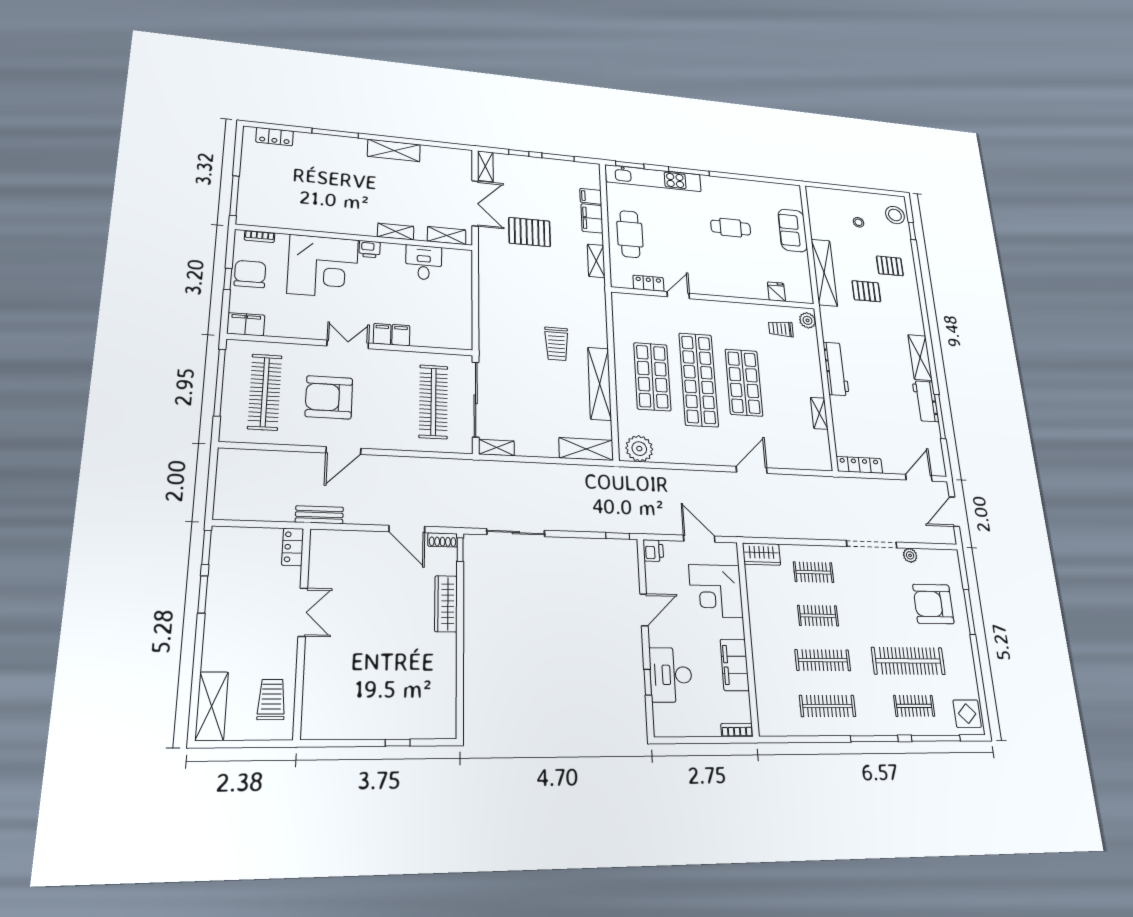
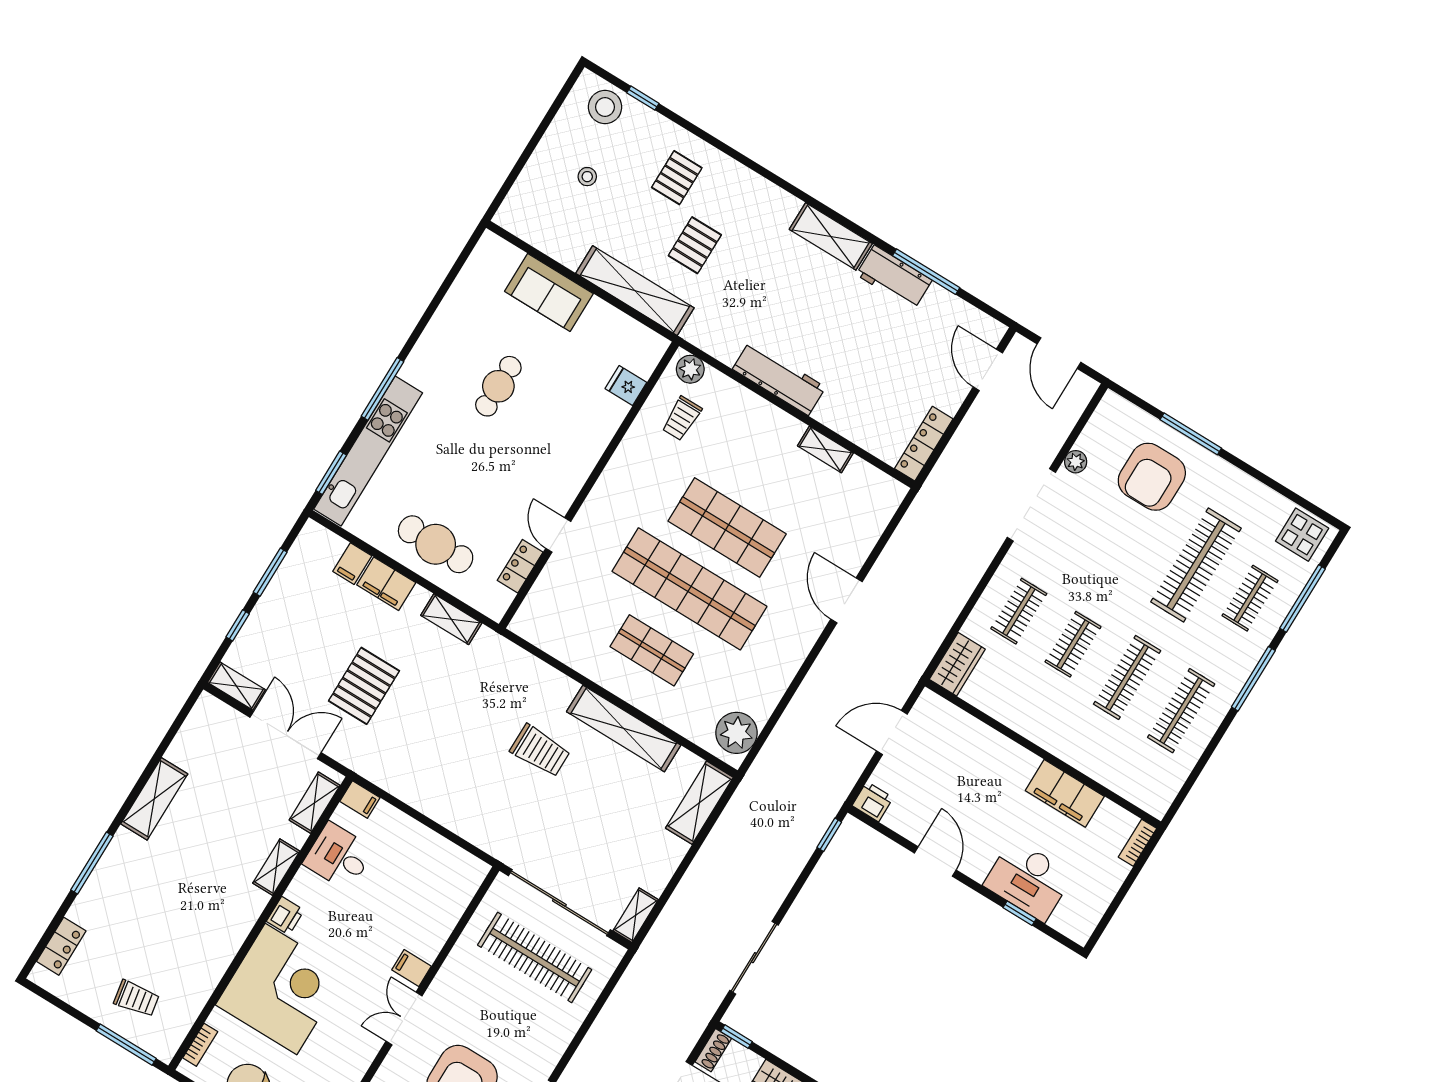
trolley: (267, 190) -> (137, 999), added
filing cabinet: (401, 335) -> (360, 800), moved, turned 180
shop shelf: (652, 377) -> (652, 650), width x0.70, depth x0.74
corner desk: (716, 591) -> (967, 756), removed

